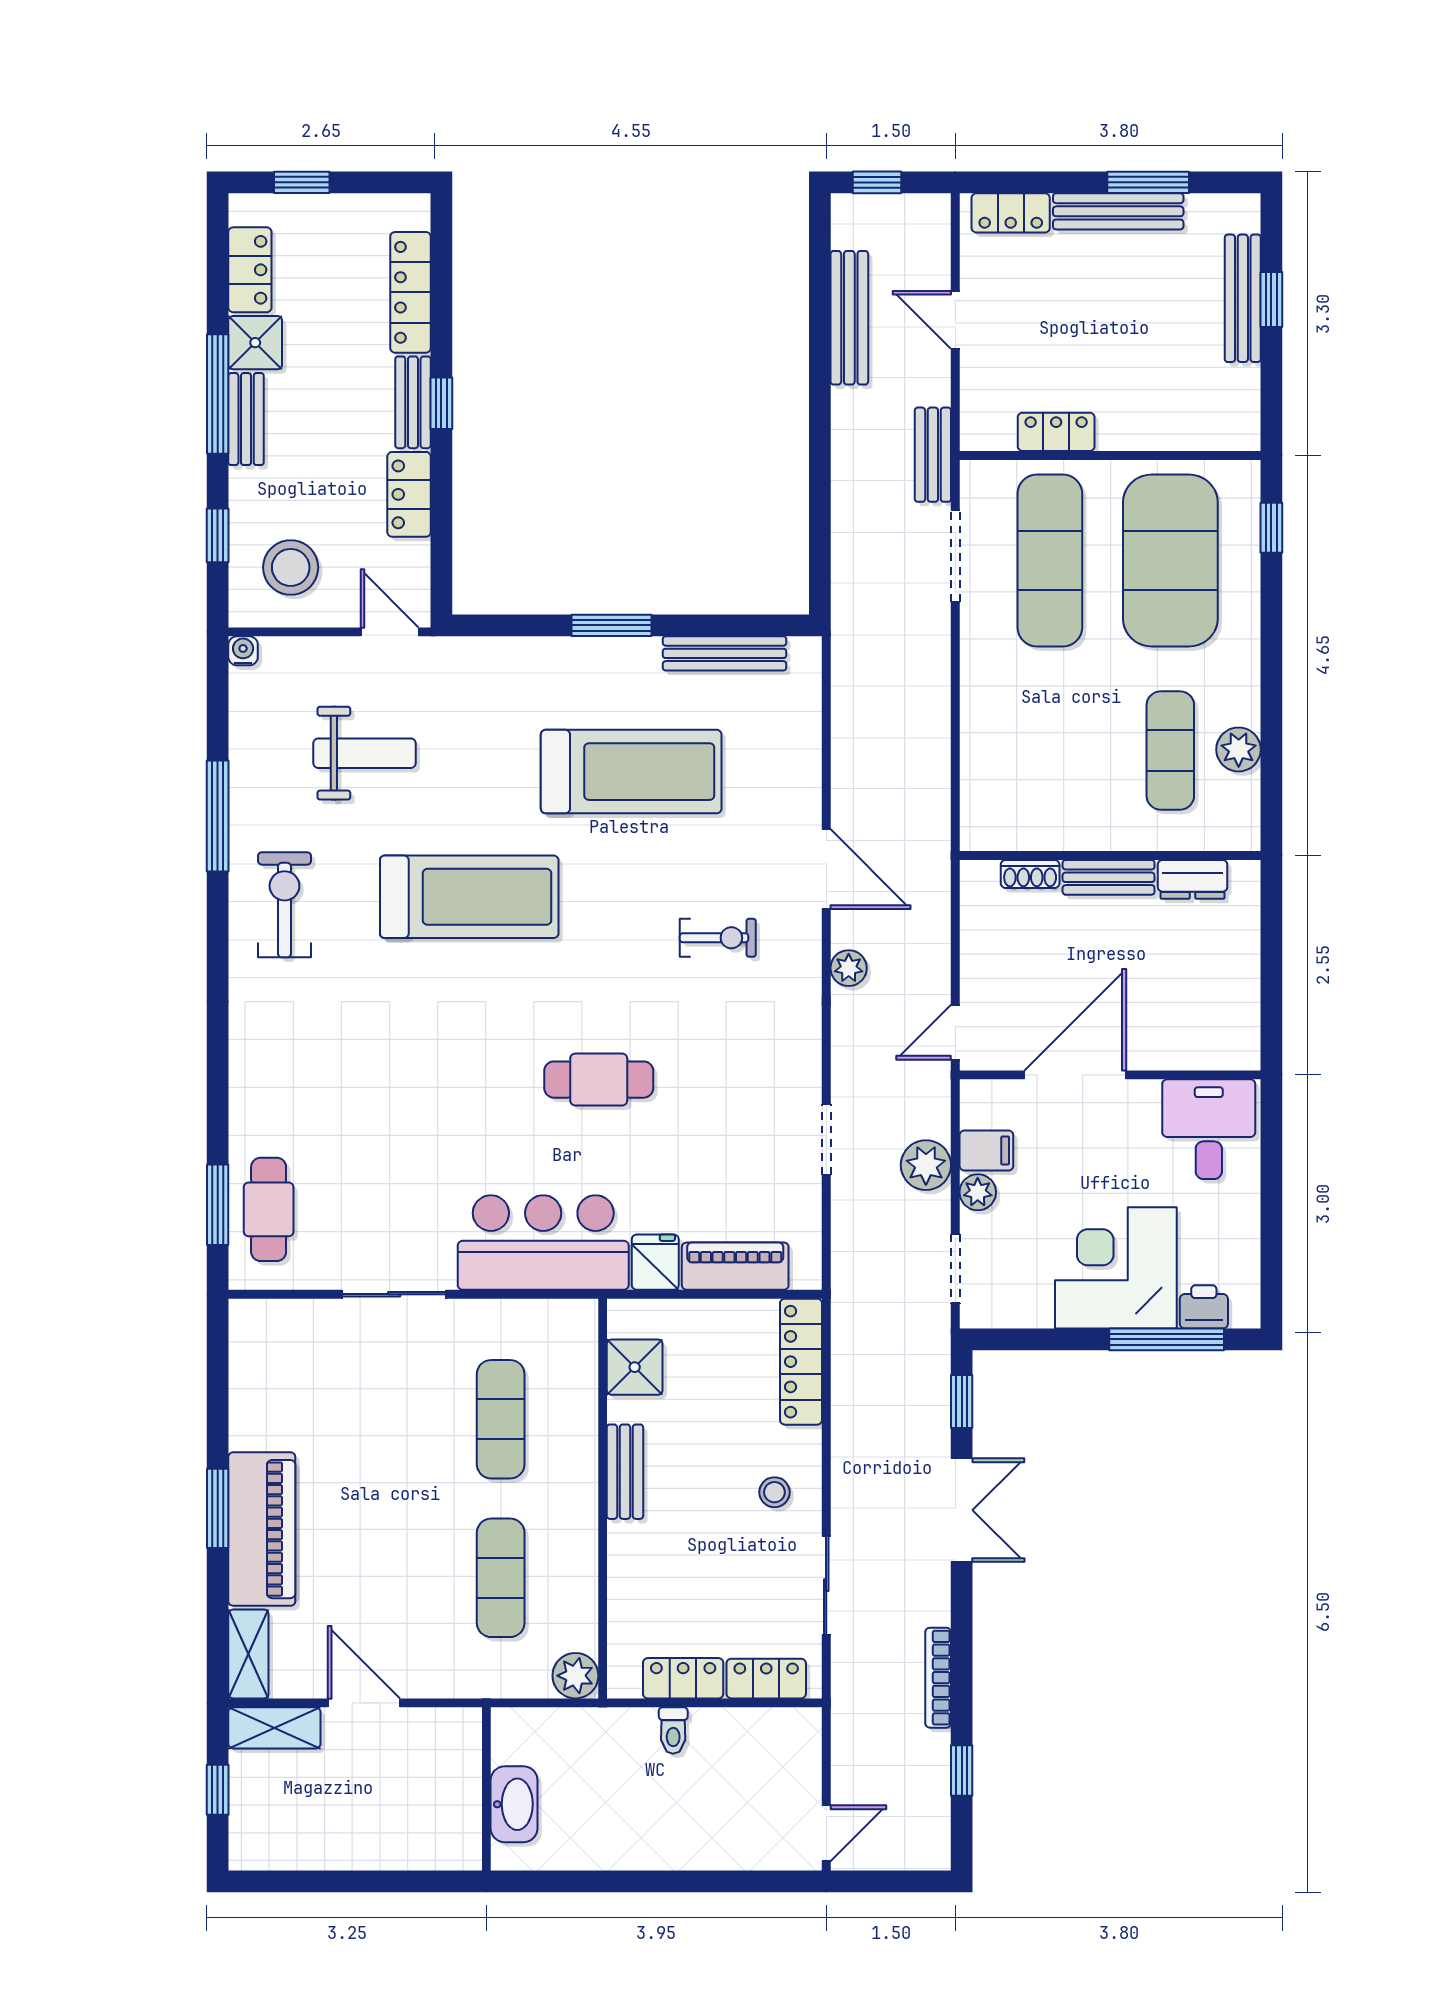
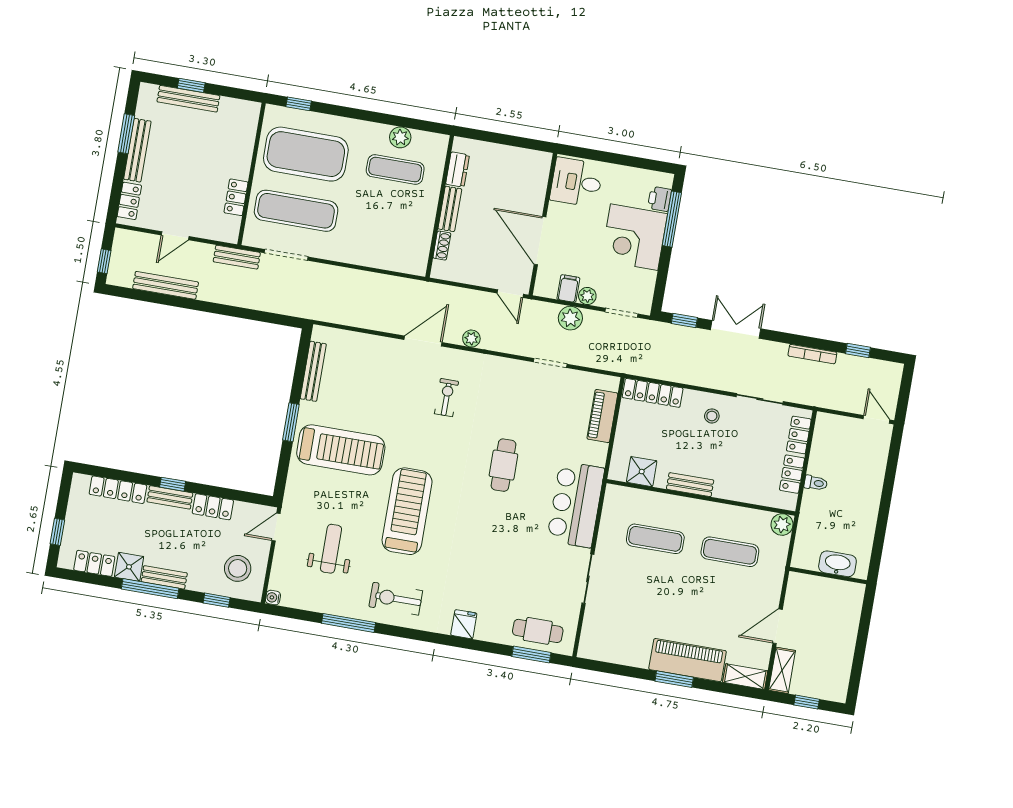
treadmill: (631, 772) -> (341, 450), moved, turned 90
fridge: (655, 1262) -> (464, 624), moved, turned 90

